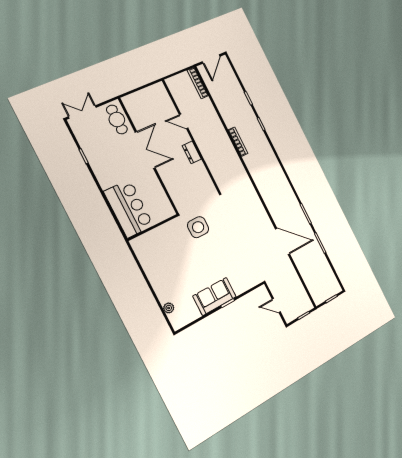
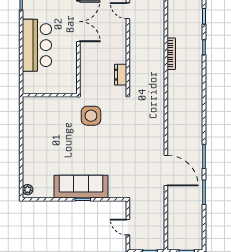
dresser: (192, 152) -> (121, 75), moved
bar counter: (129, 209) -> (37, 45), moved
sofa: (215, 296) -> (81, 187), width x1.36
plant: (169, 308) -> (28, 190), moved

